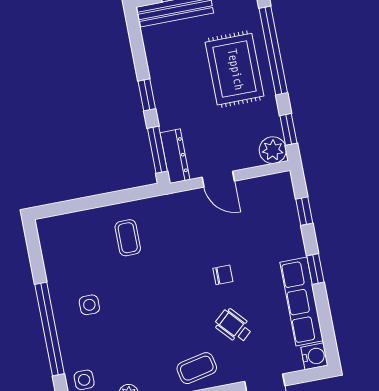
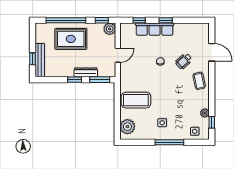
dresser: (175, 156) -> (86, 72), moved
plant: (66, 230) -> (127, 127), added
coffee table: (128, 238) -> (136, 100), width x1.86, depth x1.72
row of seats: (302, 302) -> (155, 29), moved
window: (50, 329) -> (169, 142), width x0.68
water cooler: (314, 356) -> (204, 28), removed

